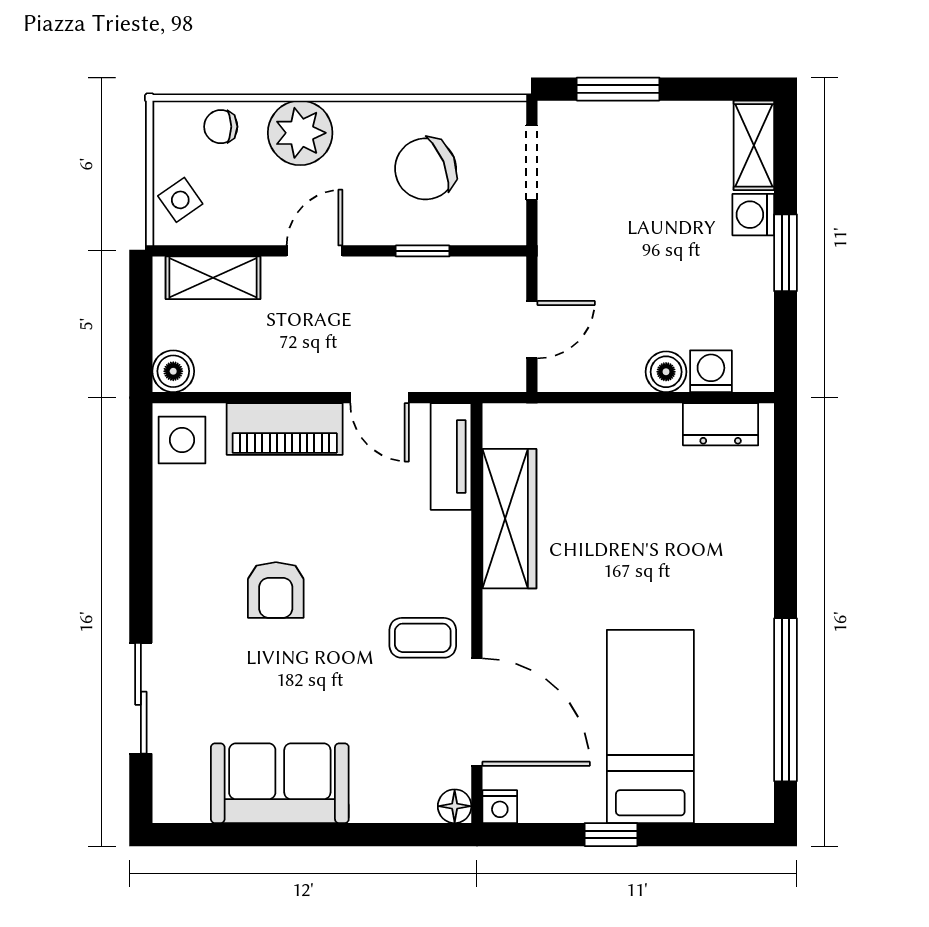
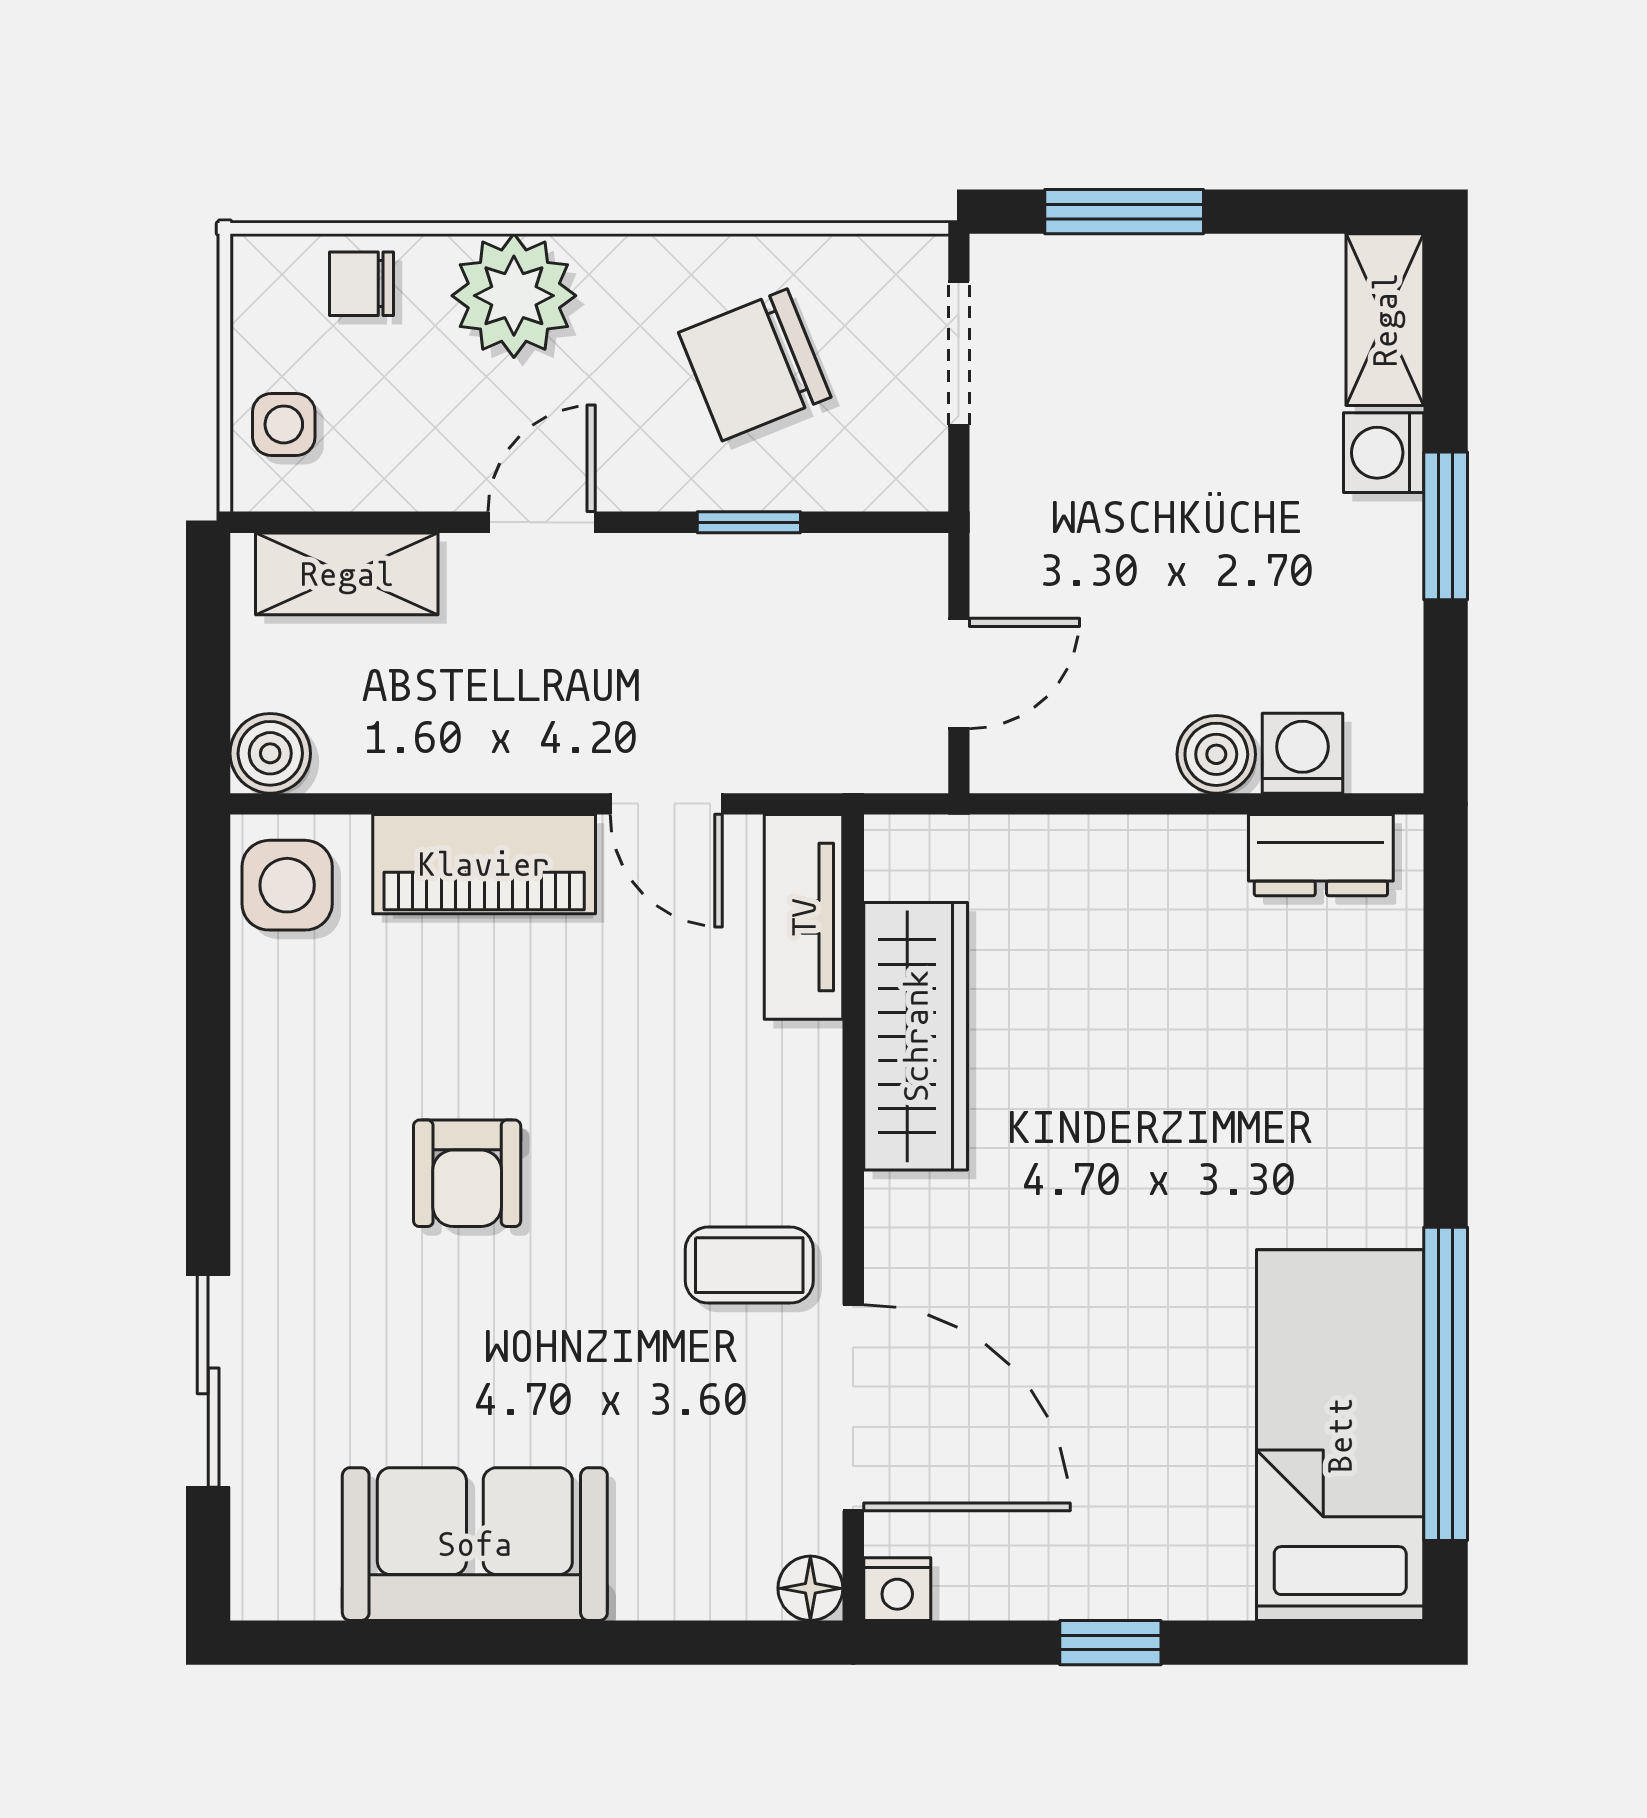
side table: (180, 200) -> (284, 424), turned 35
bed: (650, 726) -> (1340, 1435), moved

